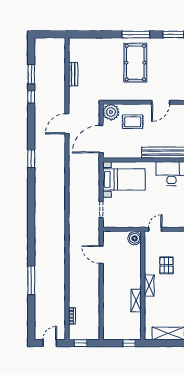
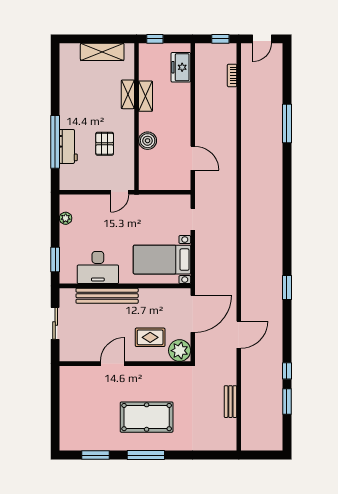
pool table: (135, 63) -> (147, 417), turned 90
boiler: (135, 238) -> (148, 141), moved
shelving: (149, 286) -> (128, 94), moved
freezer: (110, 322) -> (181, 67), added

